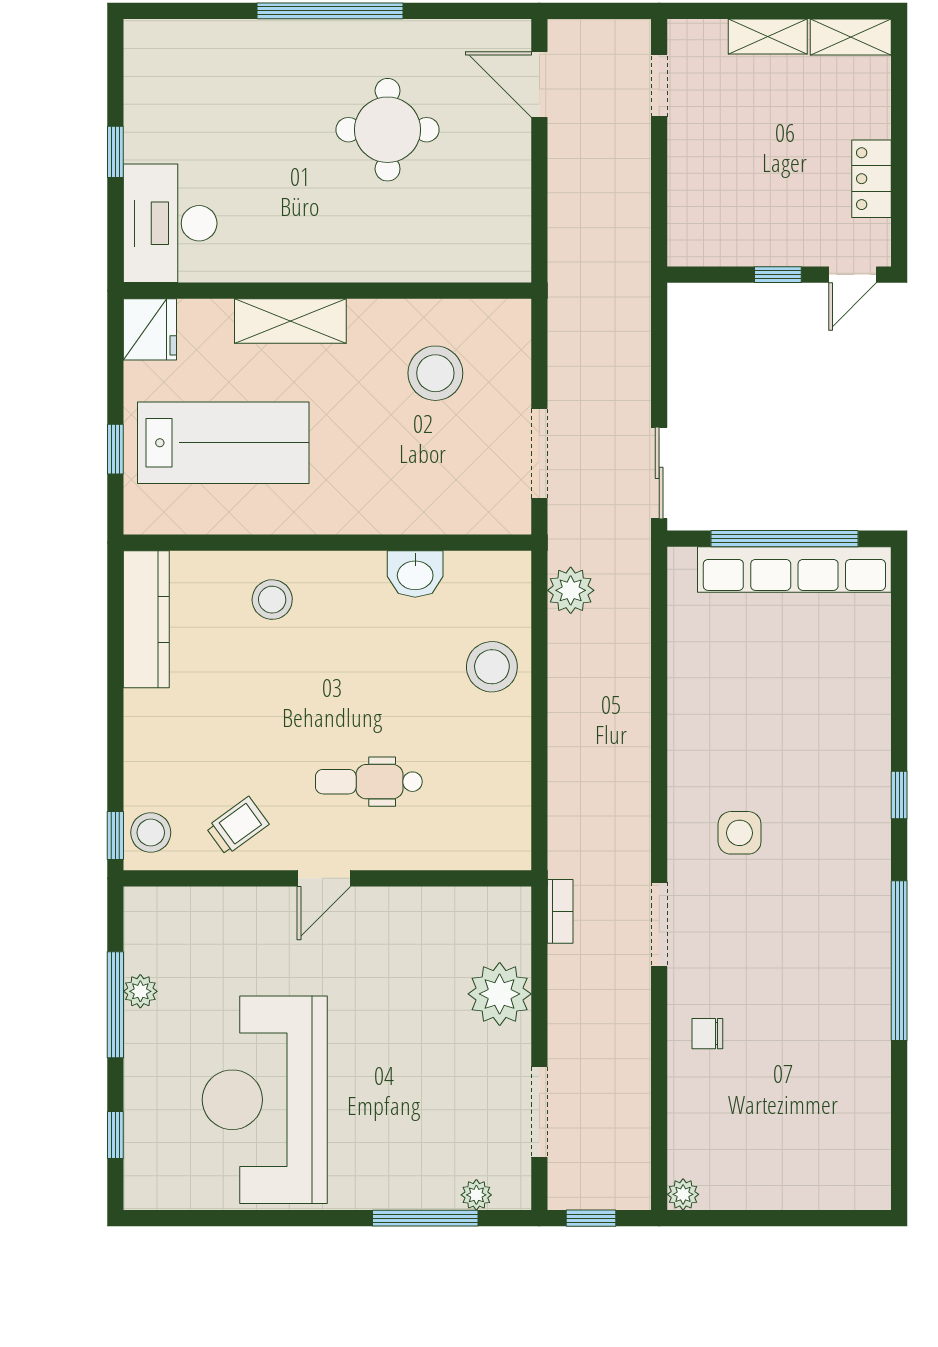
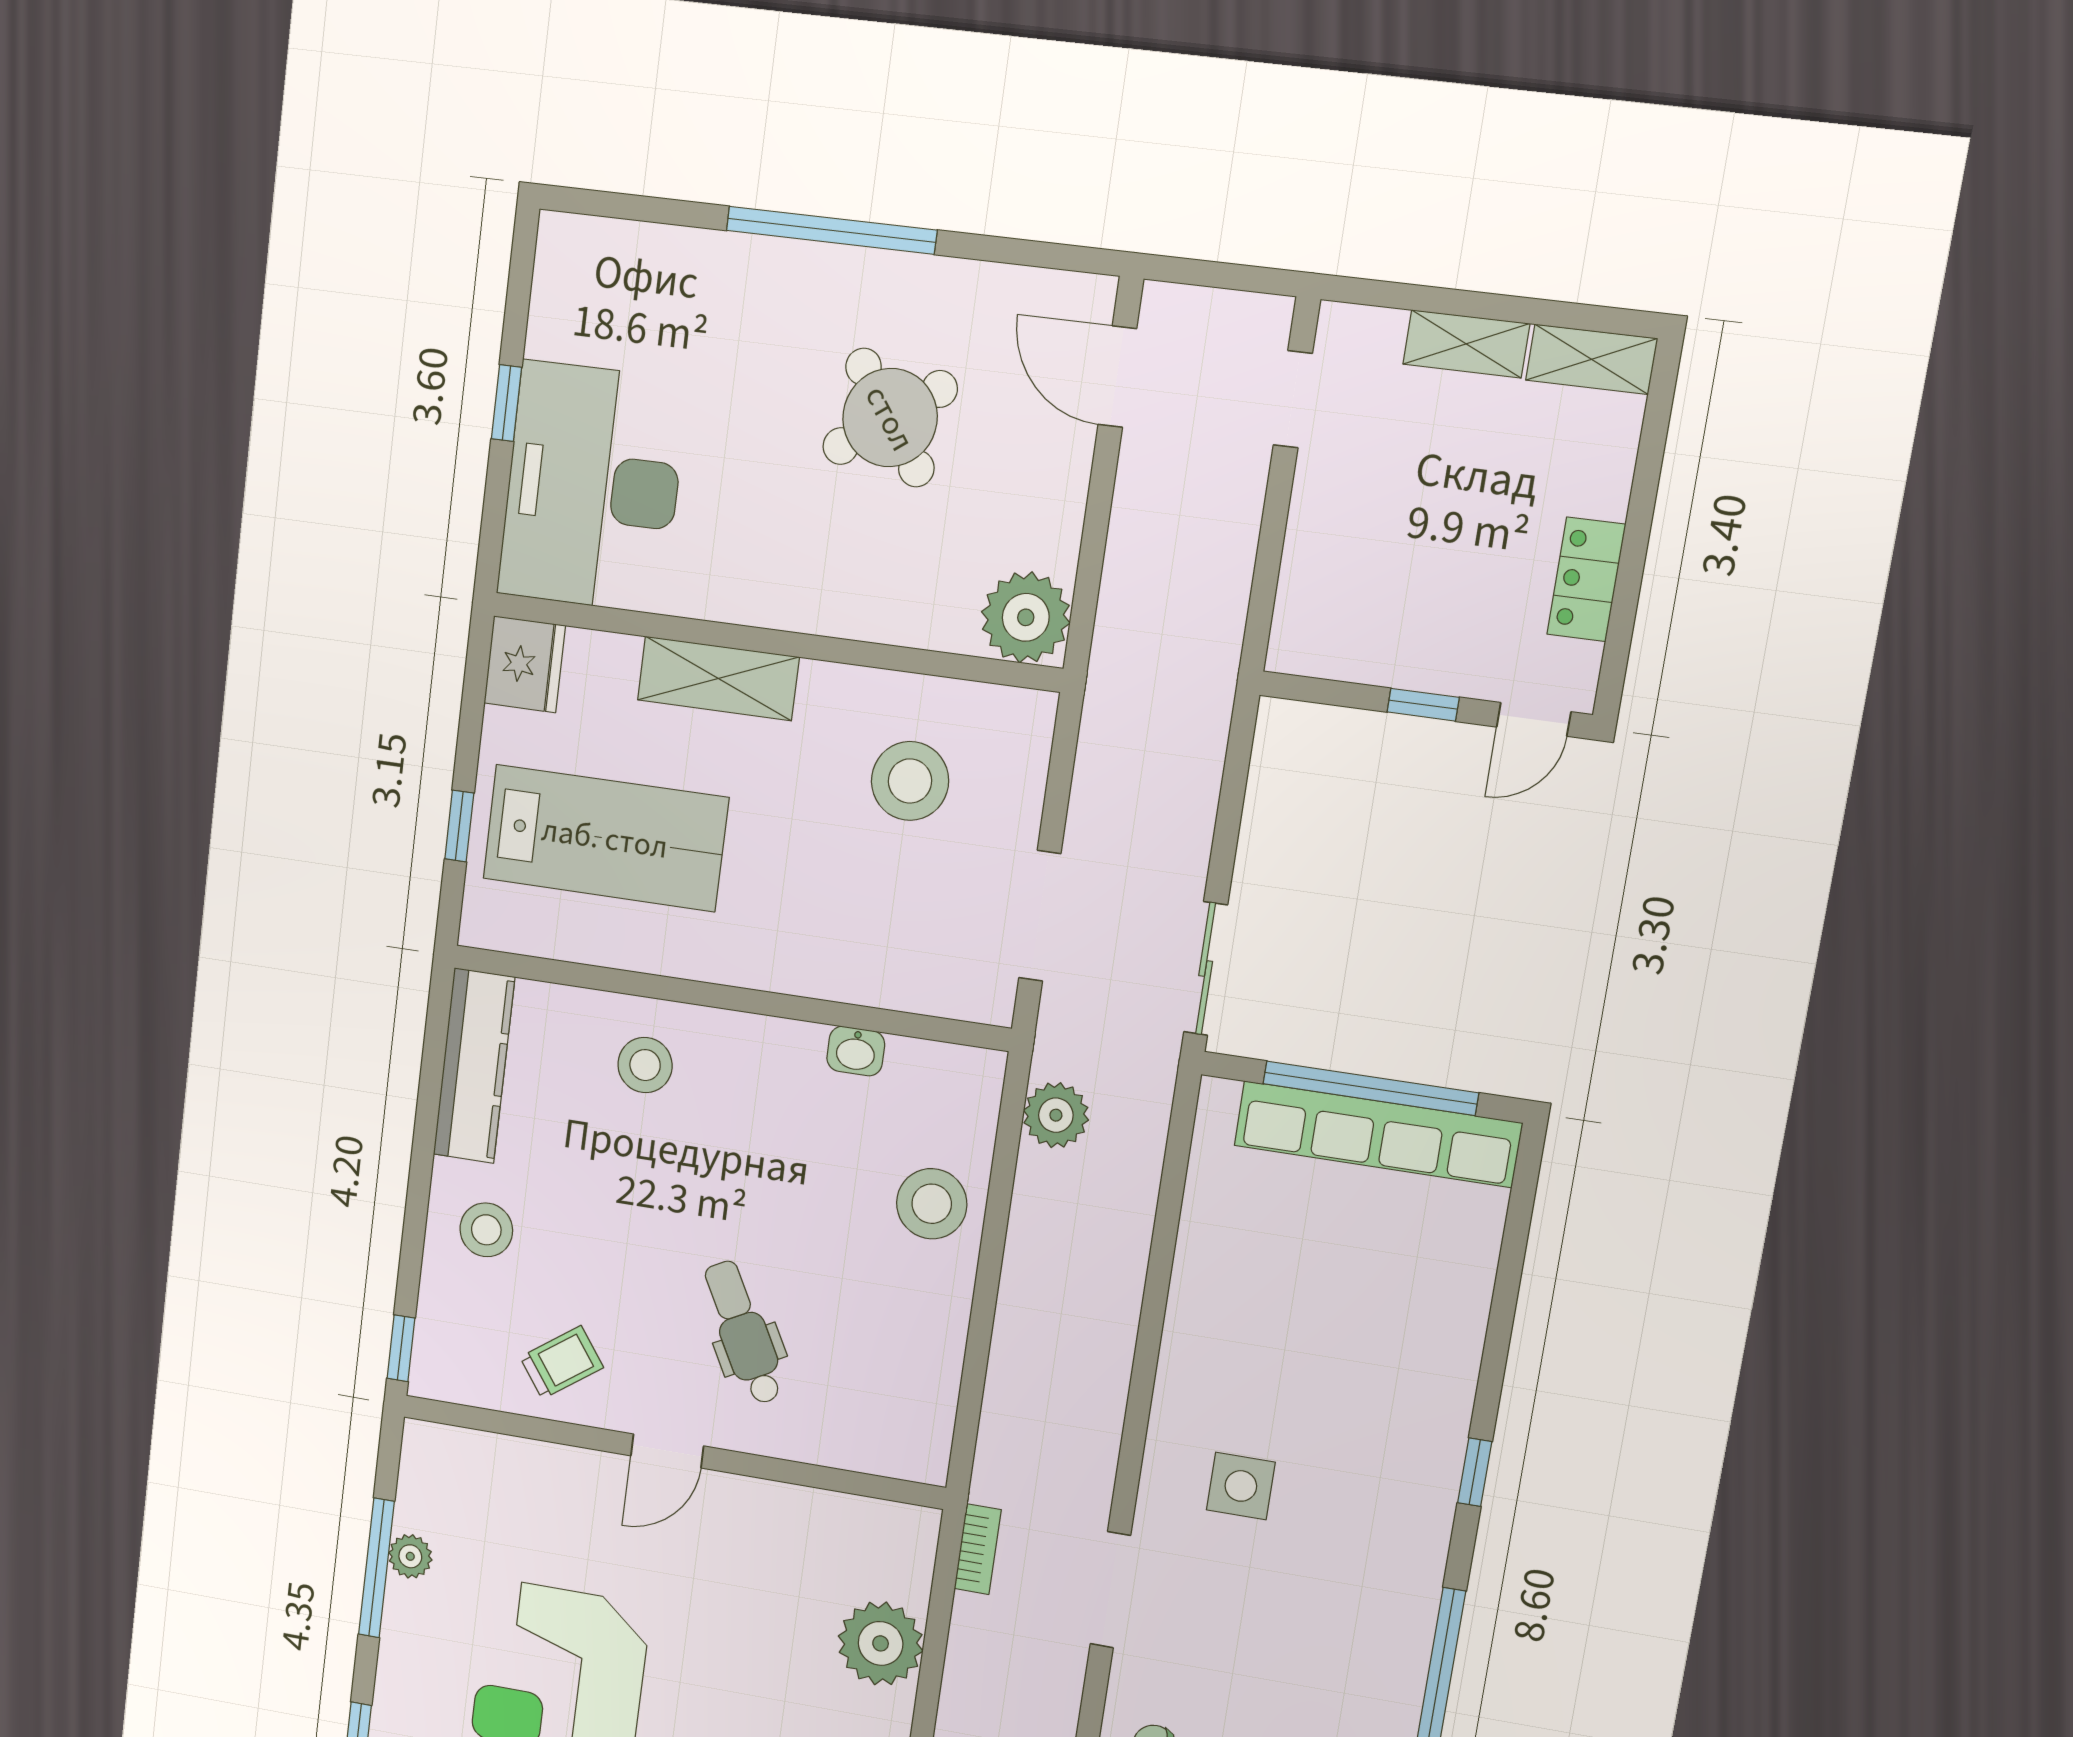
round table: (388, 130) -> (890, 418), turned -36
desk: (170, 223) -> (592, 487), width x1.36, depth x1.30
plant: (500, 251) -> (1026, 617), added
washbasin: (415, 574) -> (856, 1051), width x0.72, depth x0.69
dental chair: (369, 782) -> (744, 1333), turned 62
stool: (151, 832) -> (486, 1230), moved

